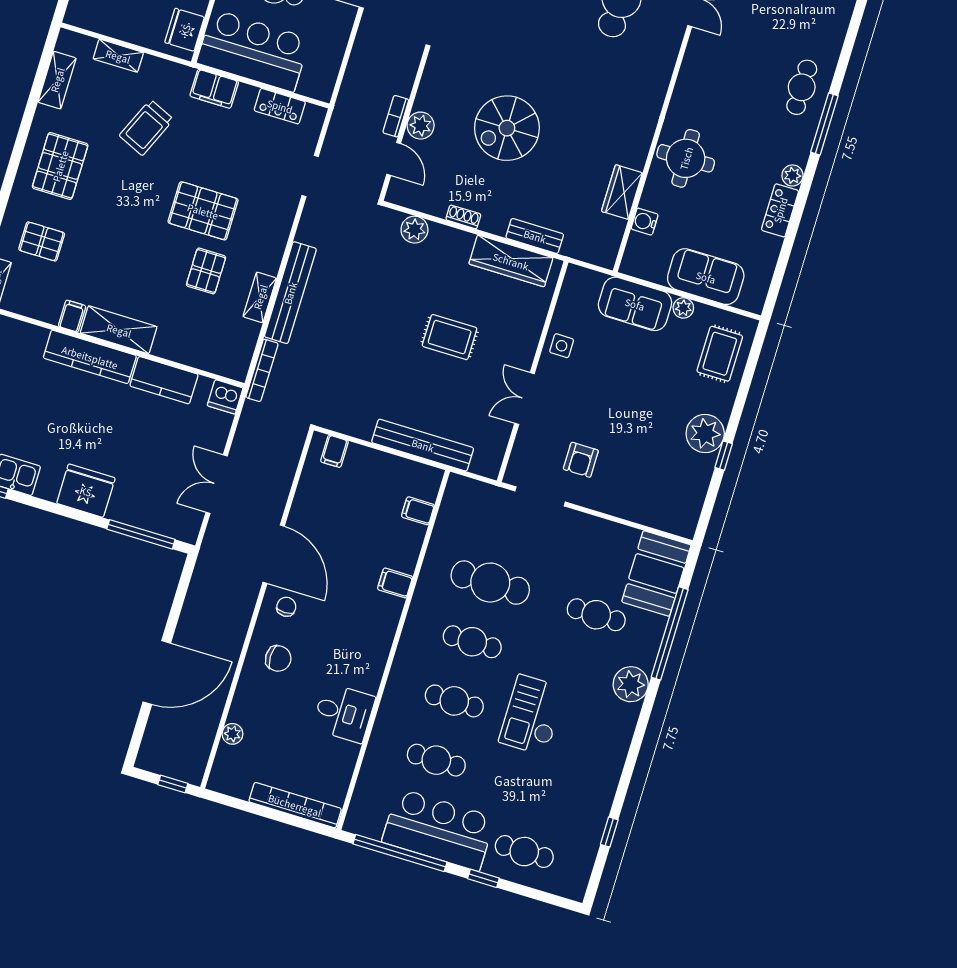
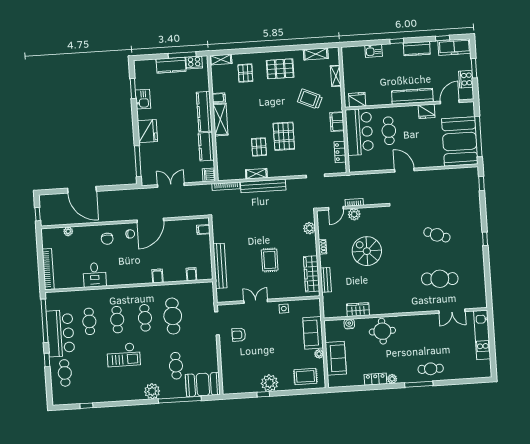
pallet: (206, 271) -> (259, 147), turned 90
checkout: (532, 715) -> (124, 355), turned 180

